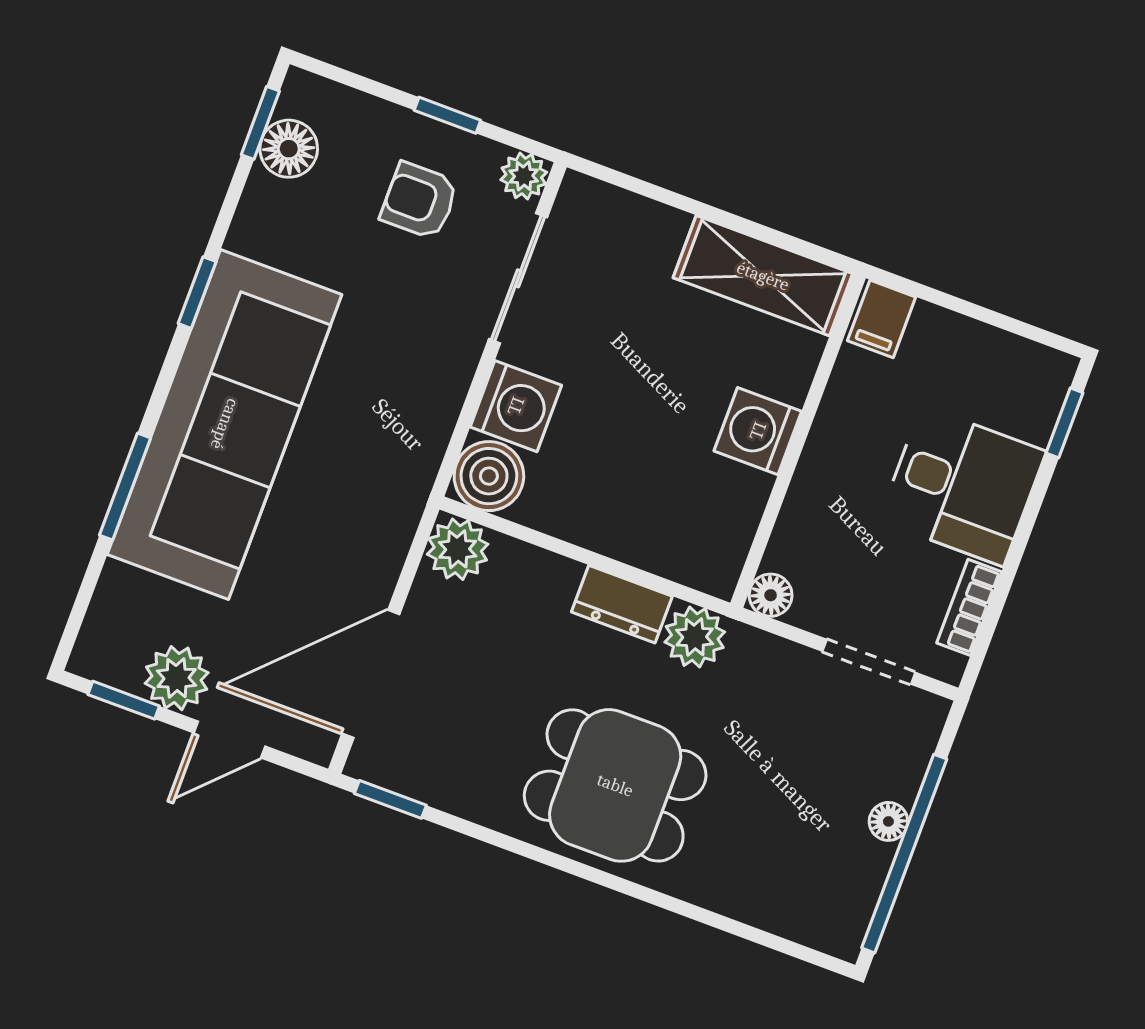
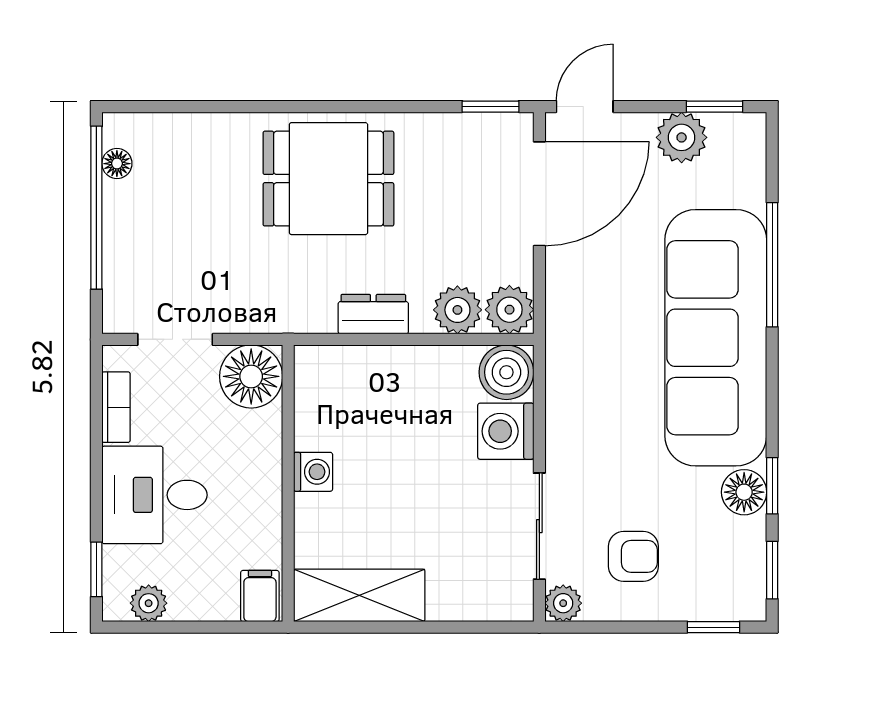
window: (447, 115) -> (713, 627), moved
floor lamp: (289, 149) -> (744, 492), moved
window: (197, 293) -> (772, 486), moved
plant: (1017, 360) -> (149, 603), added
washing machine: (758, 431) -> (313, 472), width x0.73, depth x0.73
window: (125, 487) -> (772, 265), width x1.44
floor lamp: (771, 595) -> (251, 376), width x1.89, depth x1.89
plant: (695, 637) -> (457, 310), moved
door: (229, 740) -> (585, 107), moved
floor lamp: (888, 821) -> (117, 164), moved

